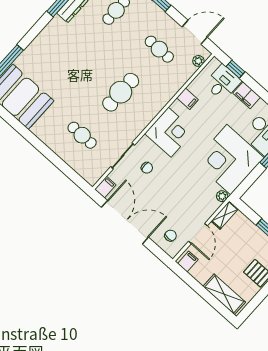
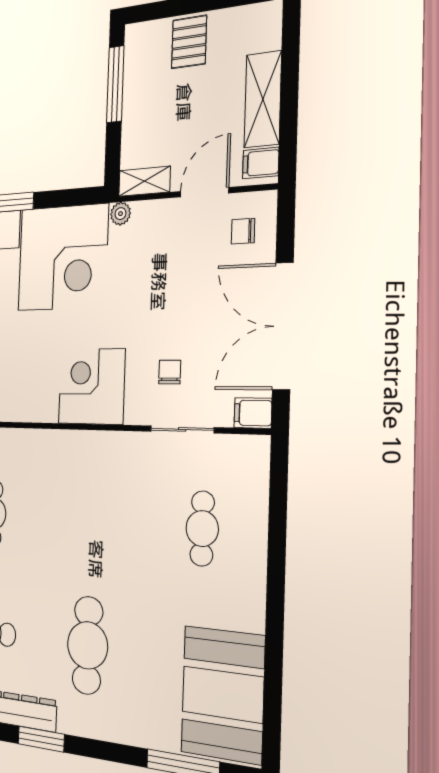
cafe table: (121, 92) -> (88, 645), moved, turned 90
filing cabinet: (187, 99) -> (27, 404), removed
shelving: (224, 294) -> (263, 99), moved

